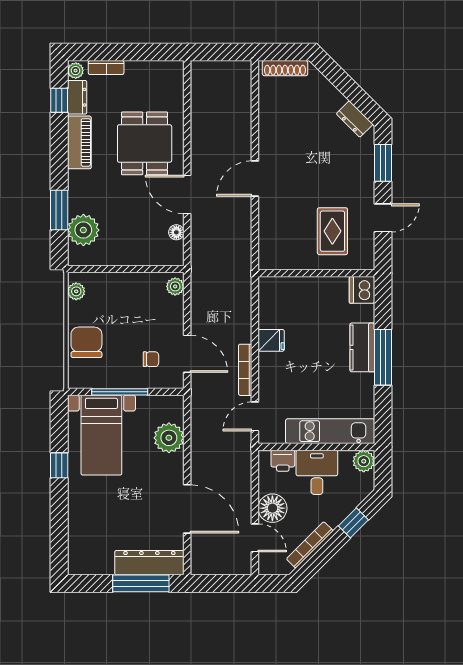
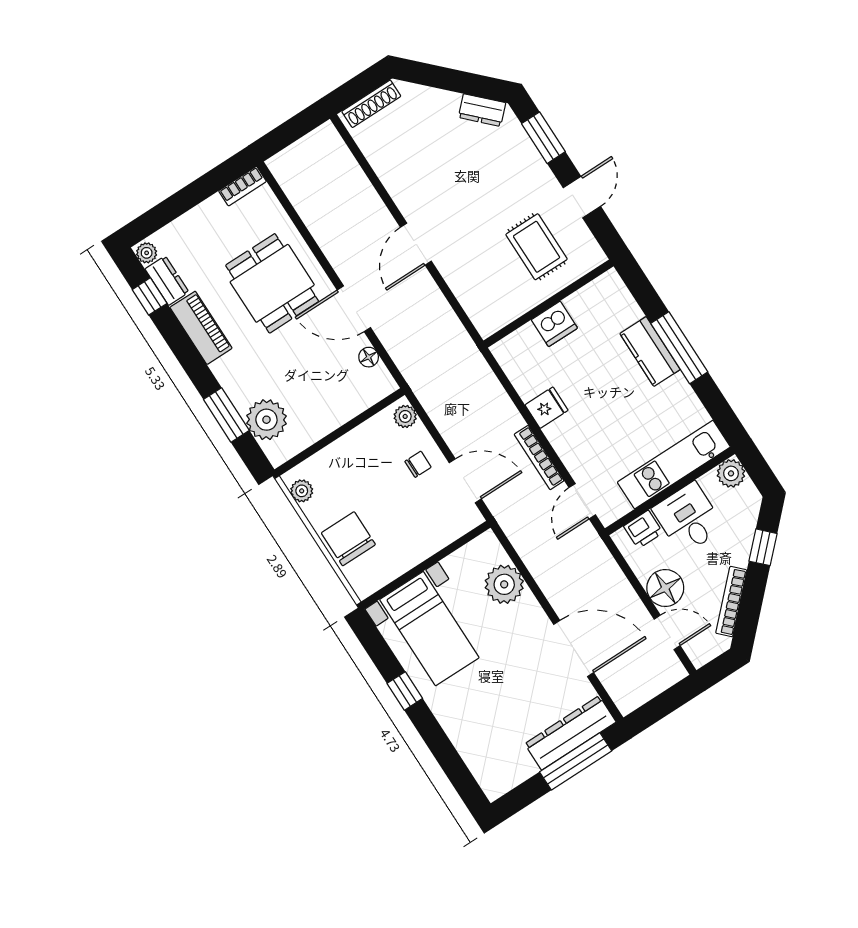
bookcase: (106, 68) -> (243, 186), moved
dishwasher: (362, 290) -> (554, 324), moved, turned -90
chair: (151, 359) -> (418, 464), moved
window: (120, 392) -> (419, 569), removed

